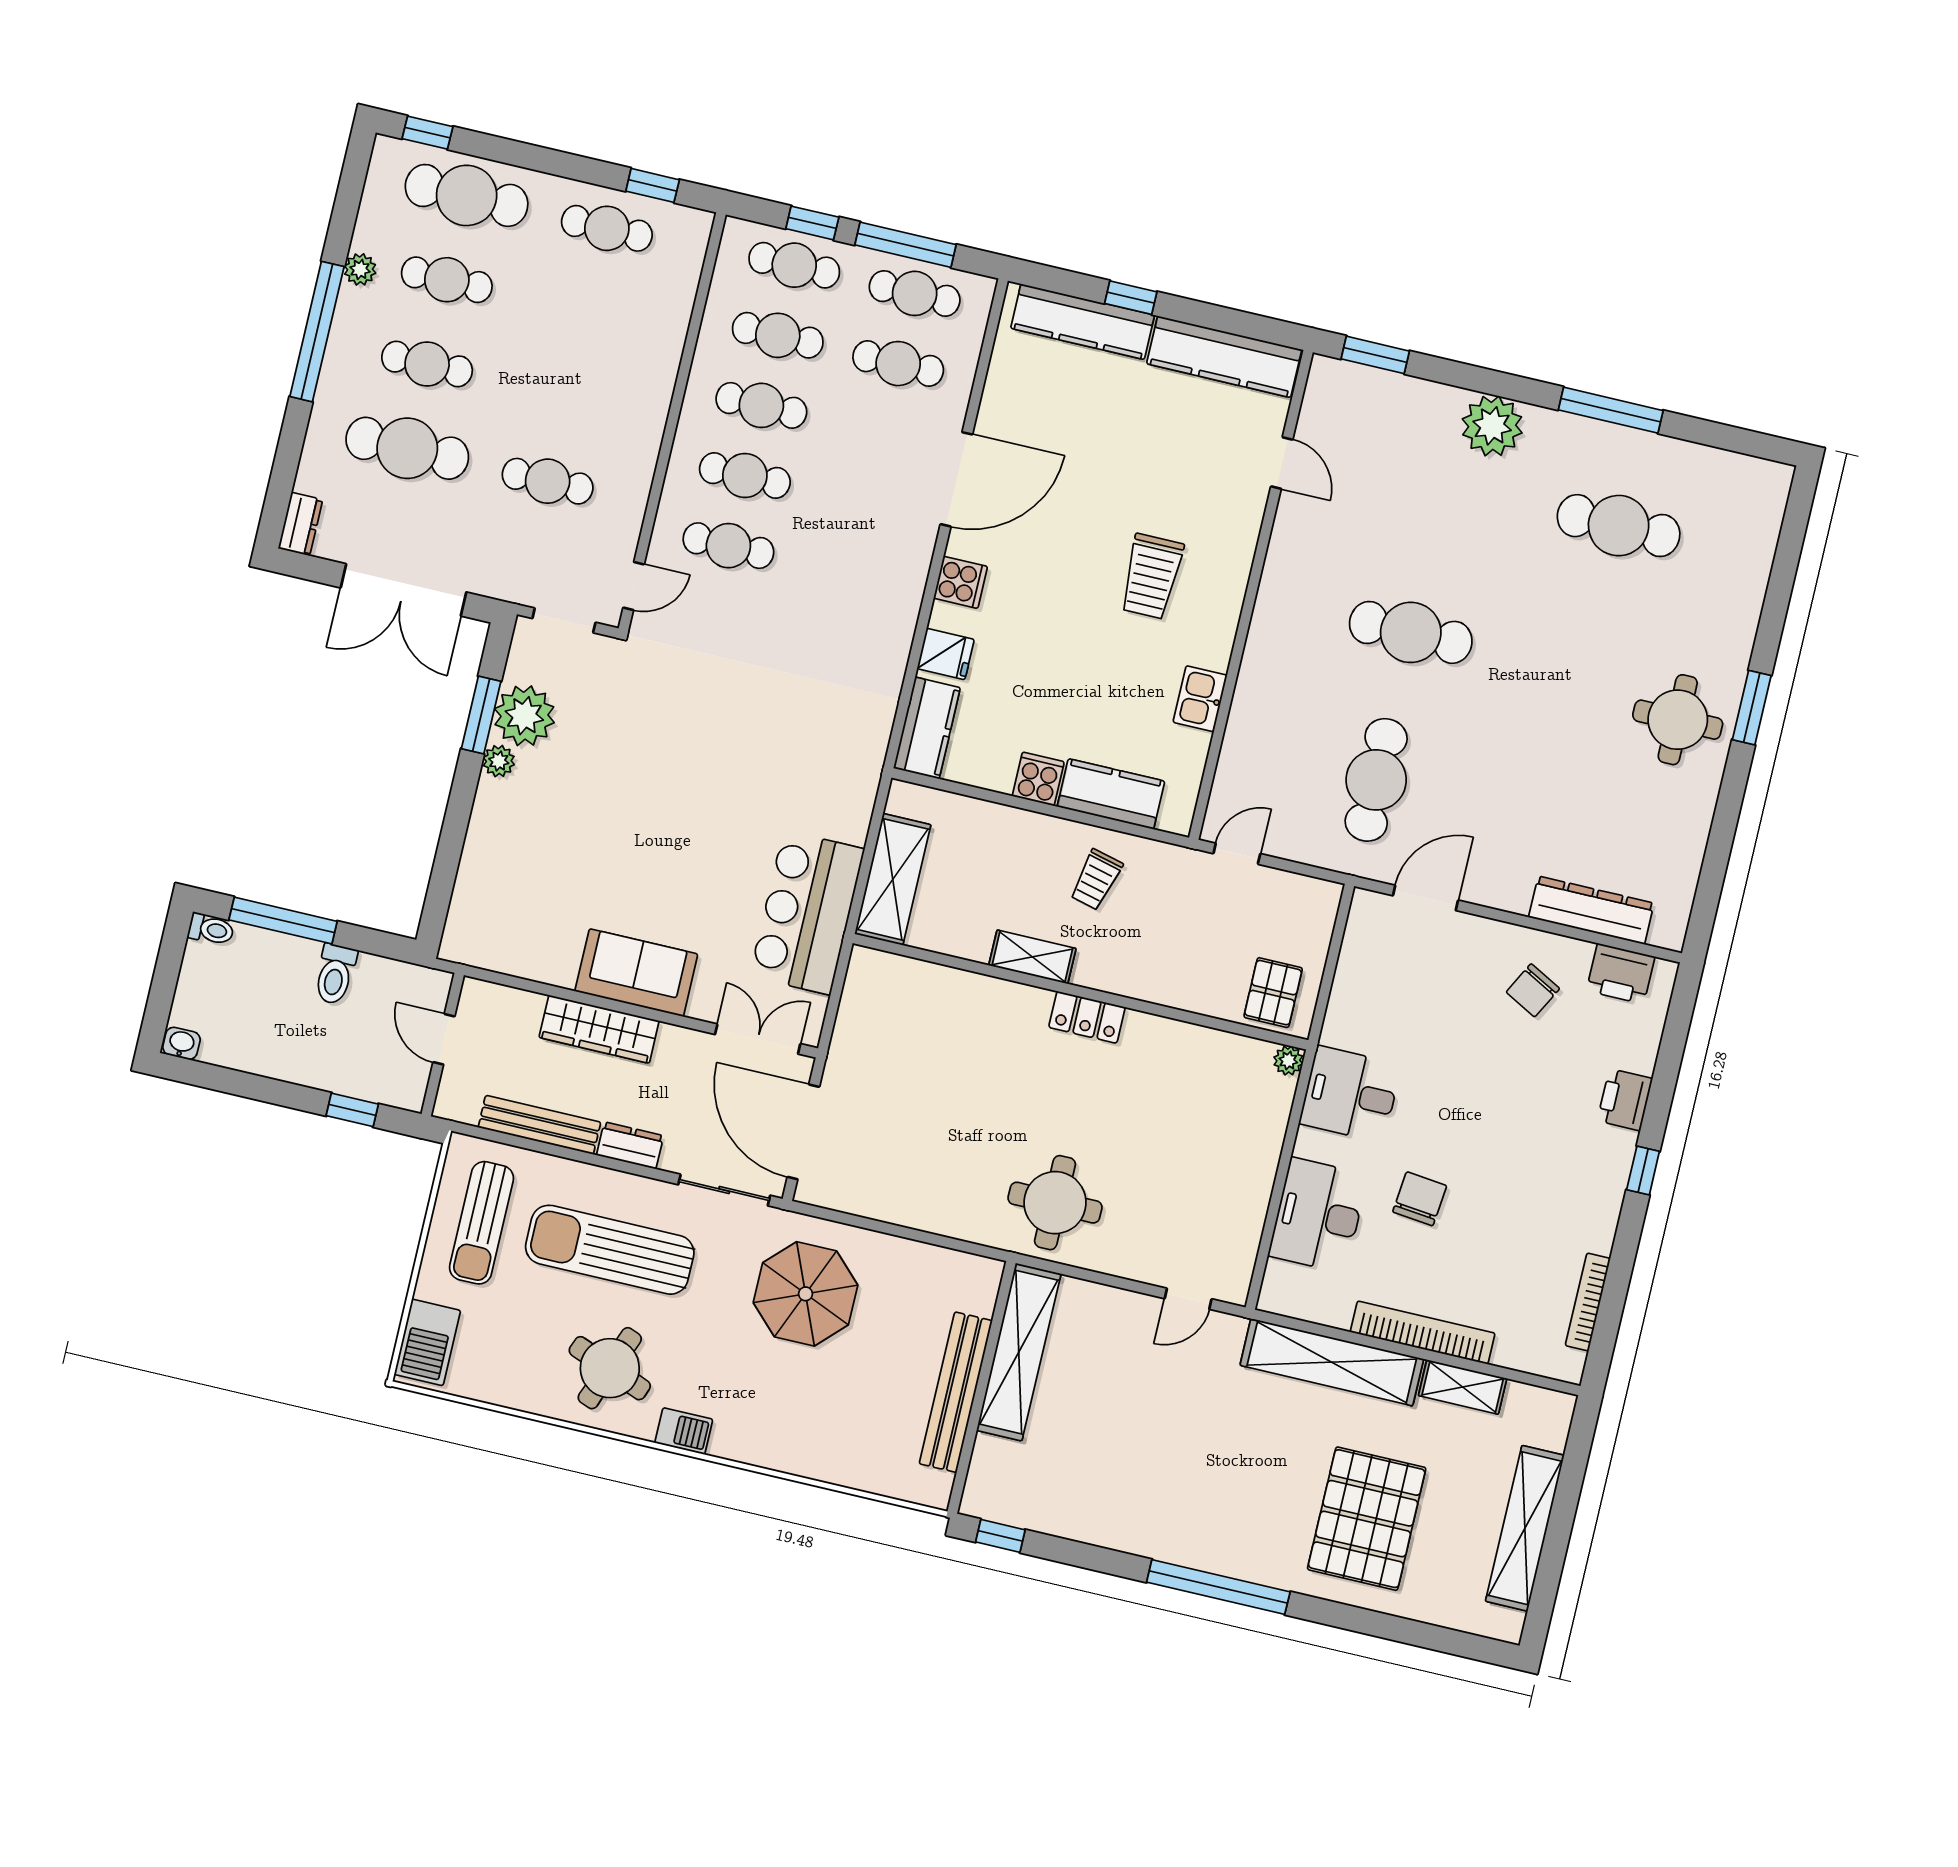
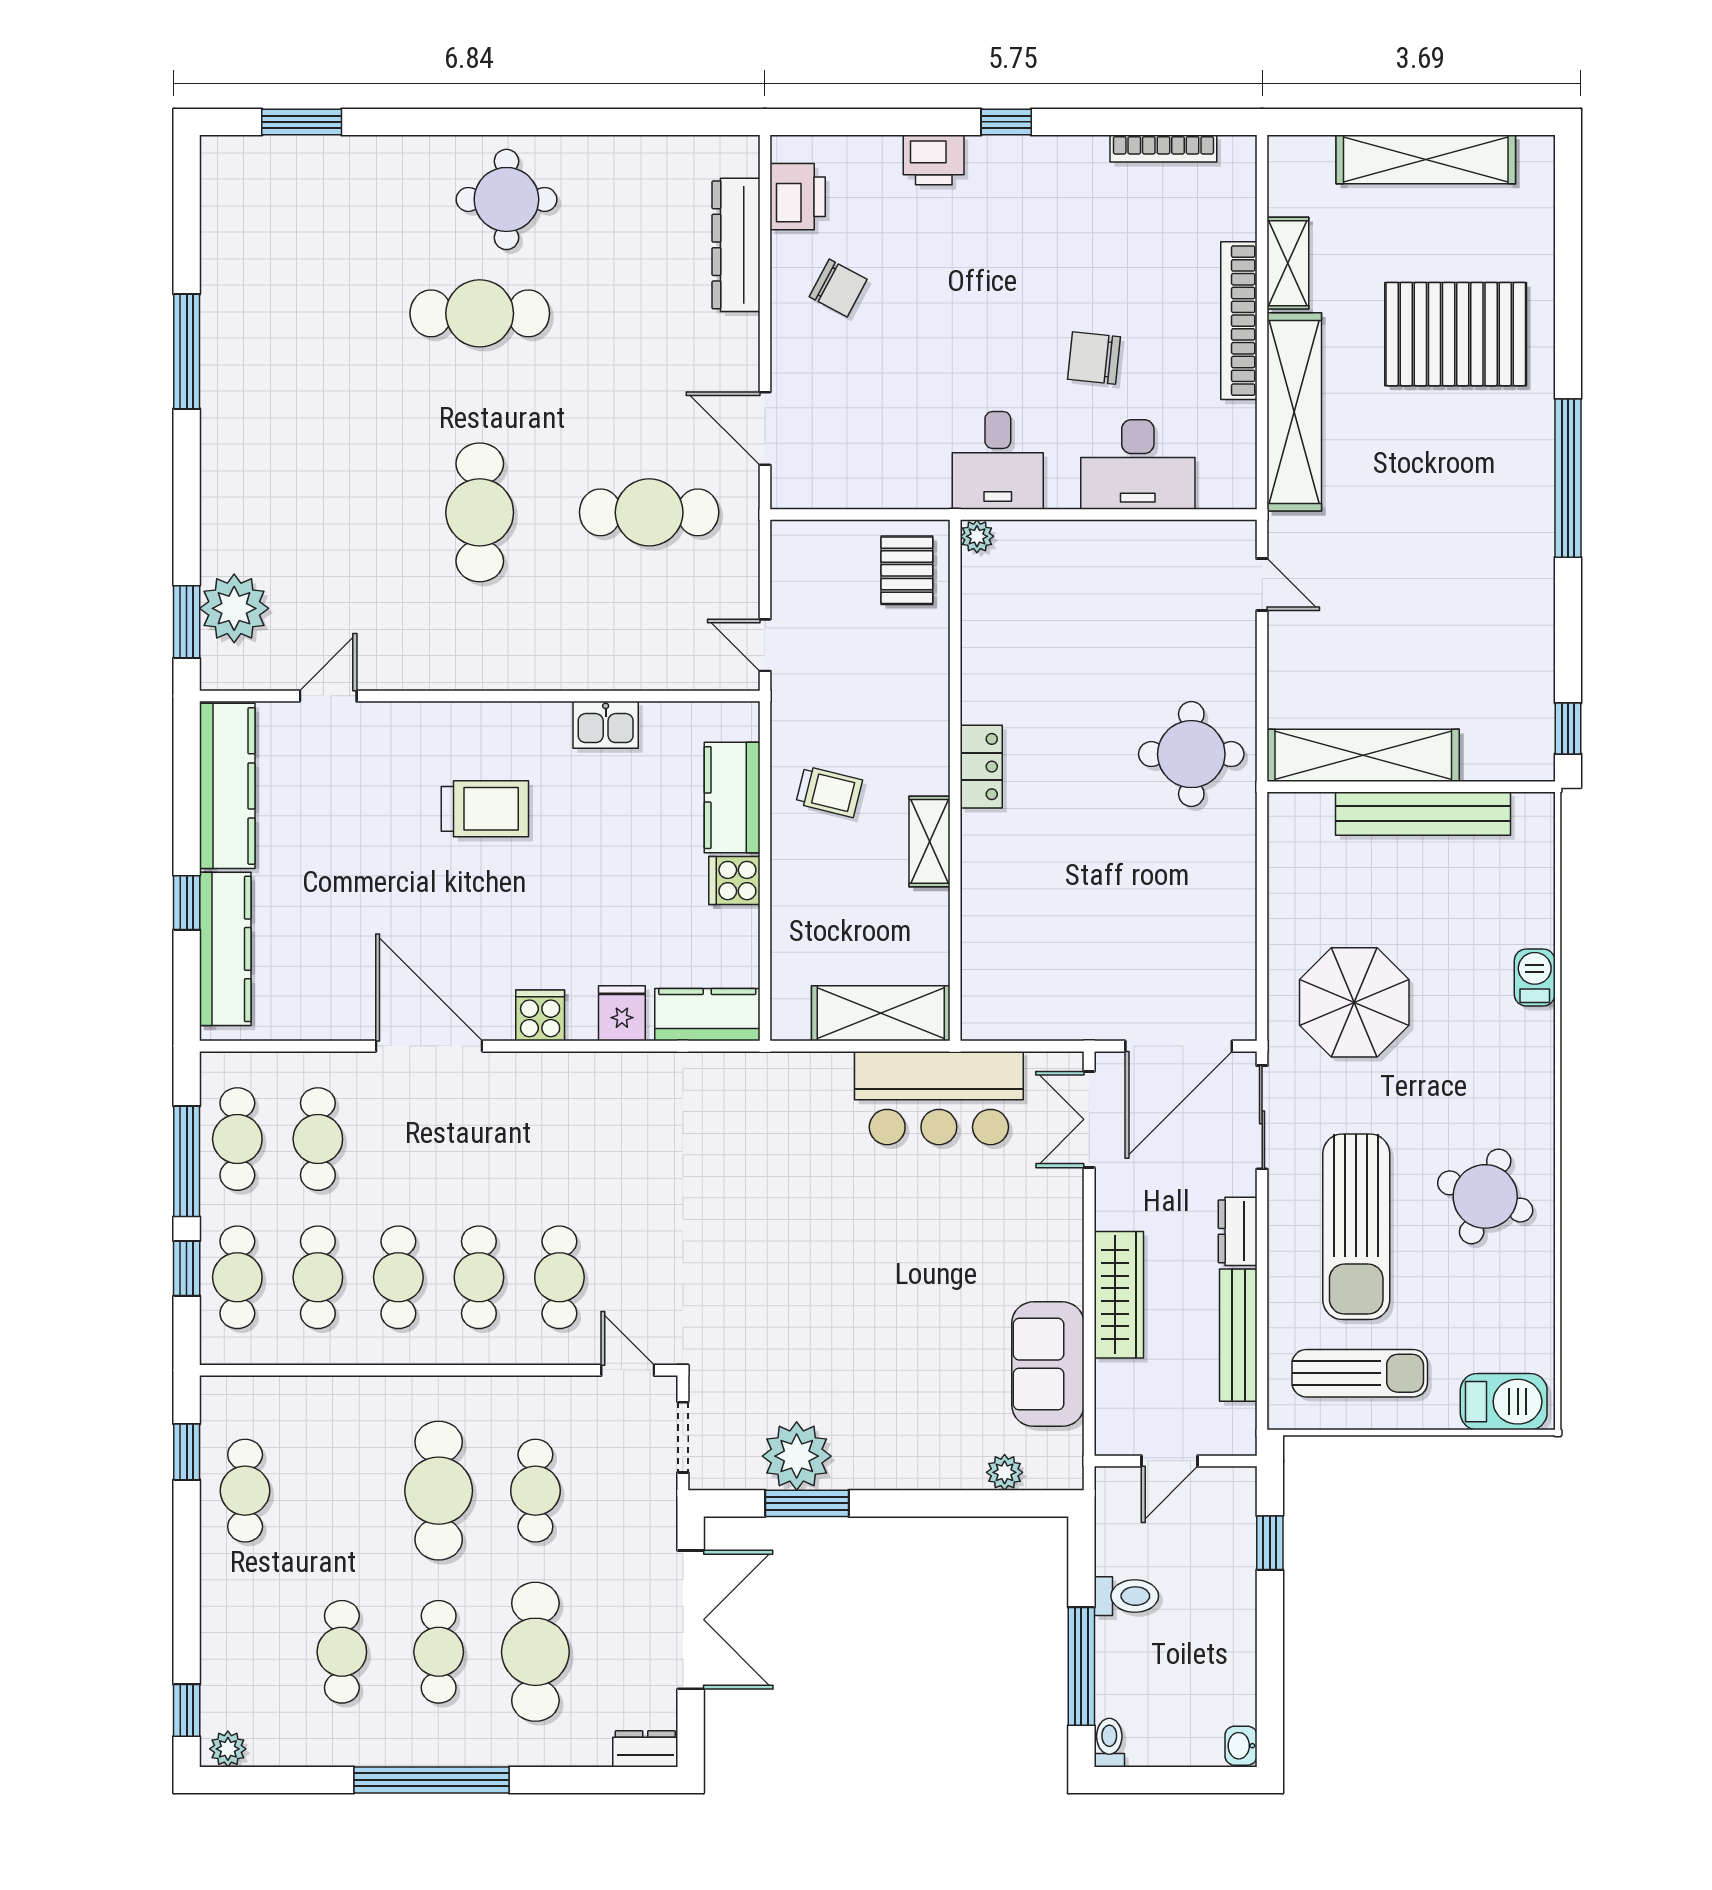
cafe table: (467, 195) -> (439, 1491), moved
plant: (360, 269) -> (228, 1749), moved
plant: (1492, 426) -> (234, 608), moved
cafe table: (1619, 526) -> (480, 313), moved, turned 90
window: (1752, 708) -> (302, 122), moved
plant: (499, 761) -> (1005, 1472), moved
sofa: (636, 973) -> (1048, 1364), moved
pallet: (1273, 993) -> (907, 570), turned 90
barbecue: (684, 1431) -> (1535, 977), moved

